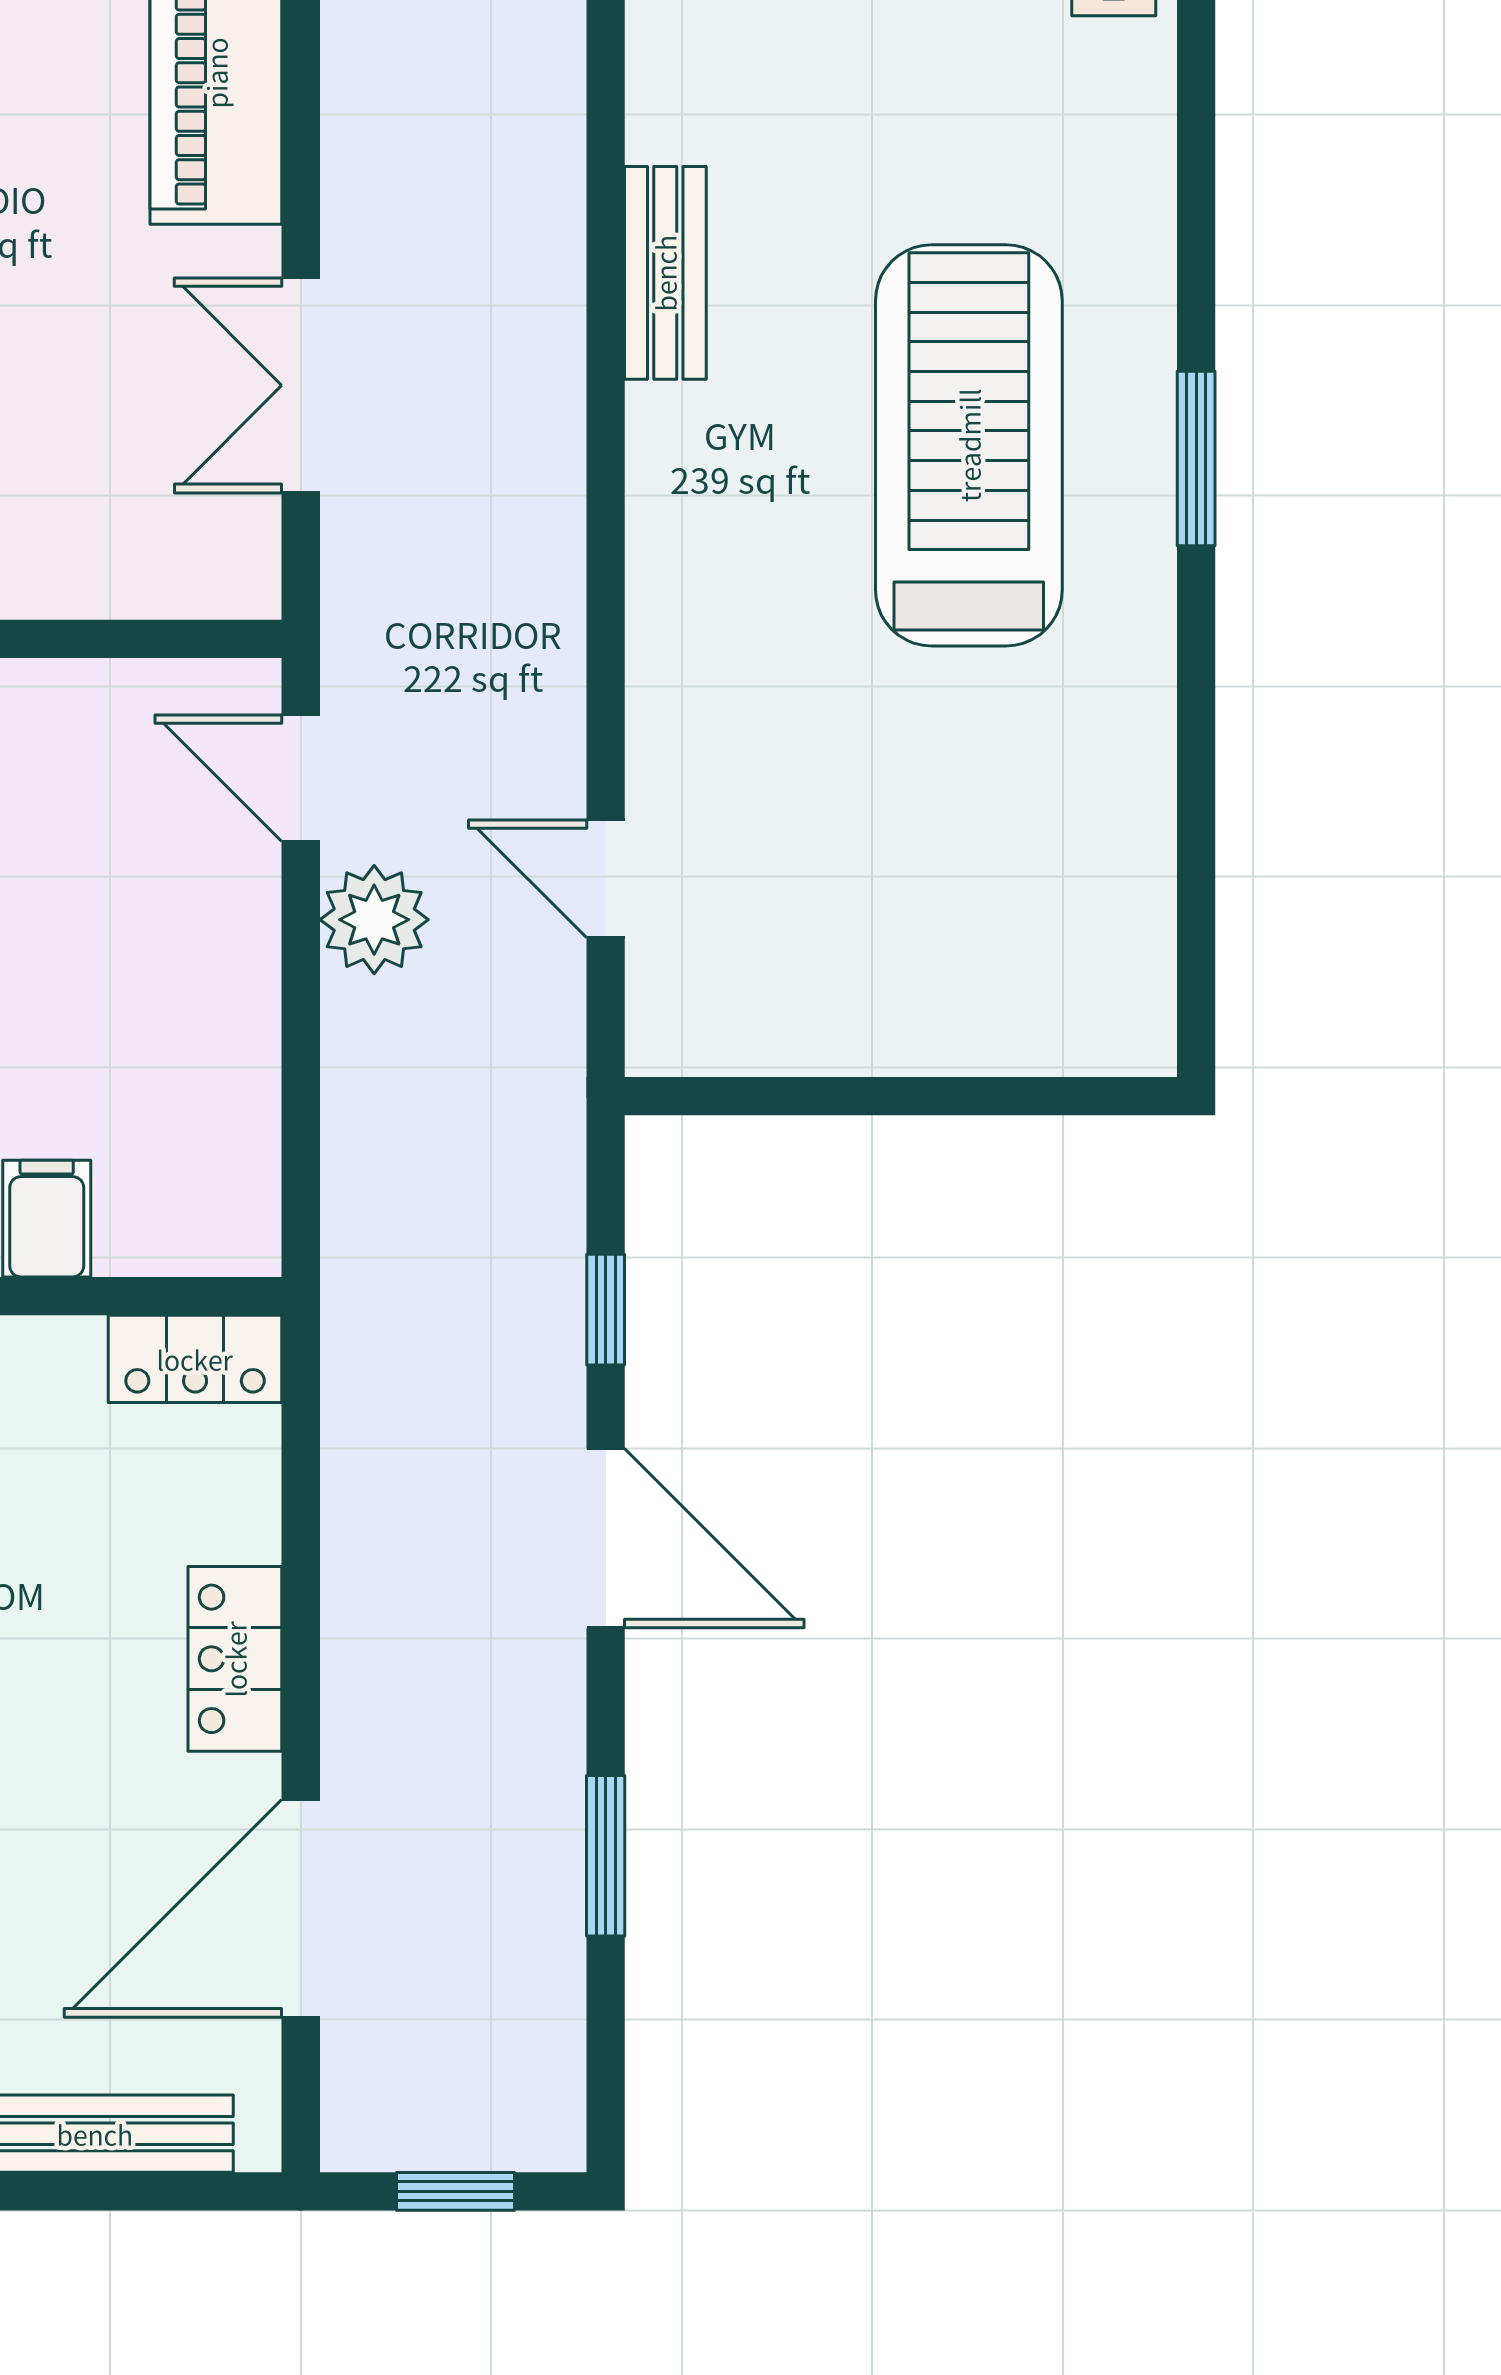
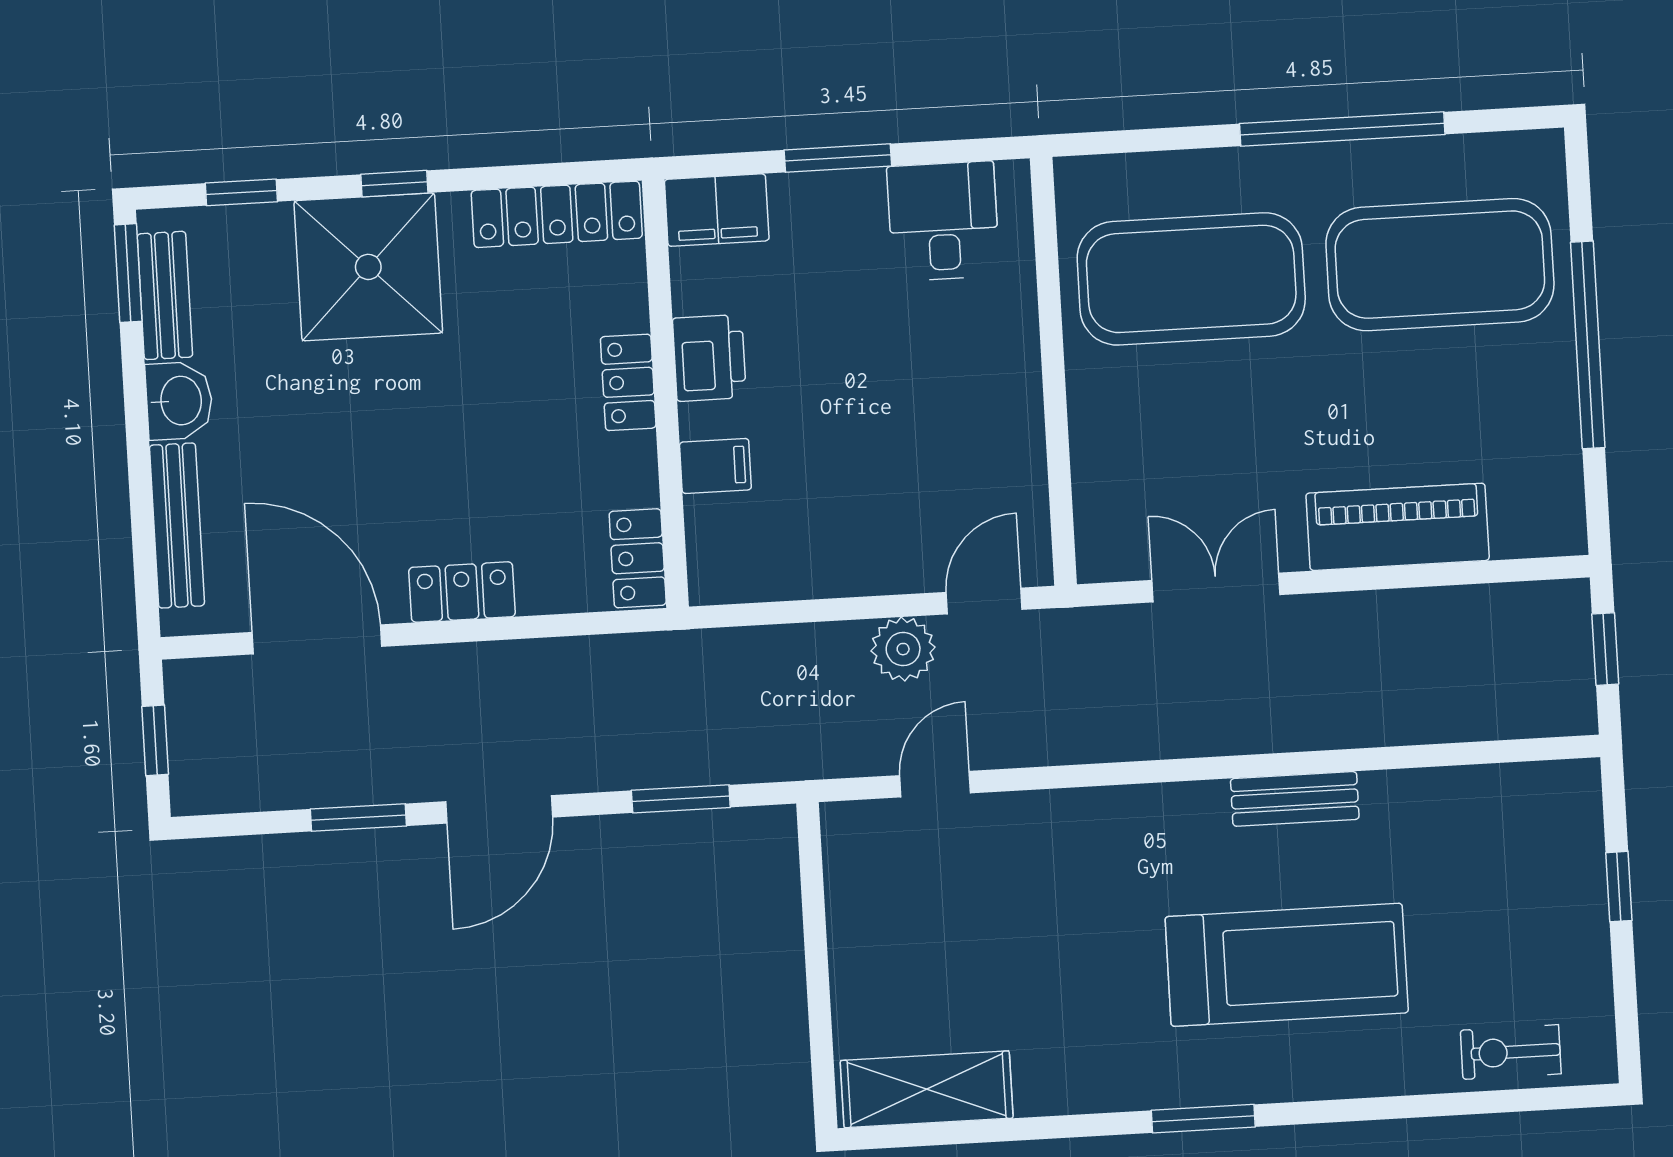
treadmill: (969, 445) -> (1287, 965), moved
shelving: (1120, 923) -> (927, 1089), added
window: (606, 1310) -> (681, 799), width x1.50
door: (606, 1538) -> (499, 809), moved

